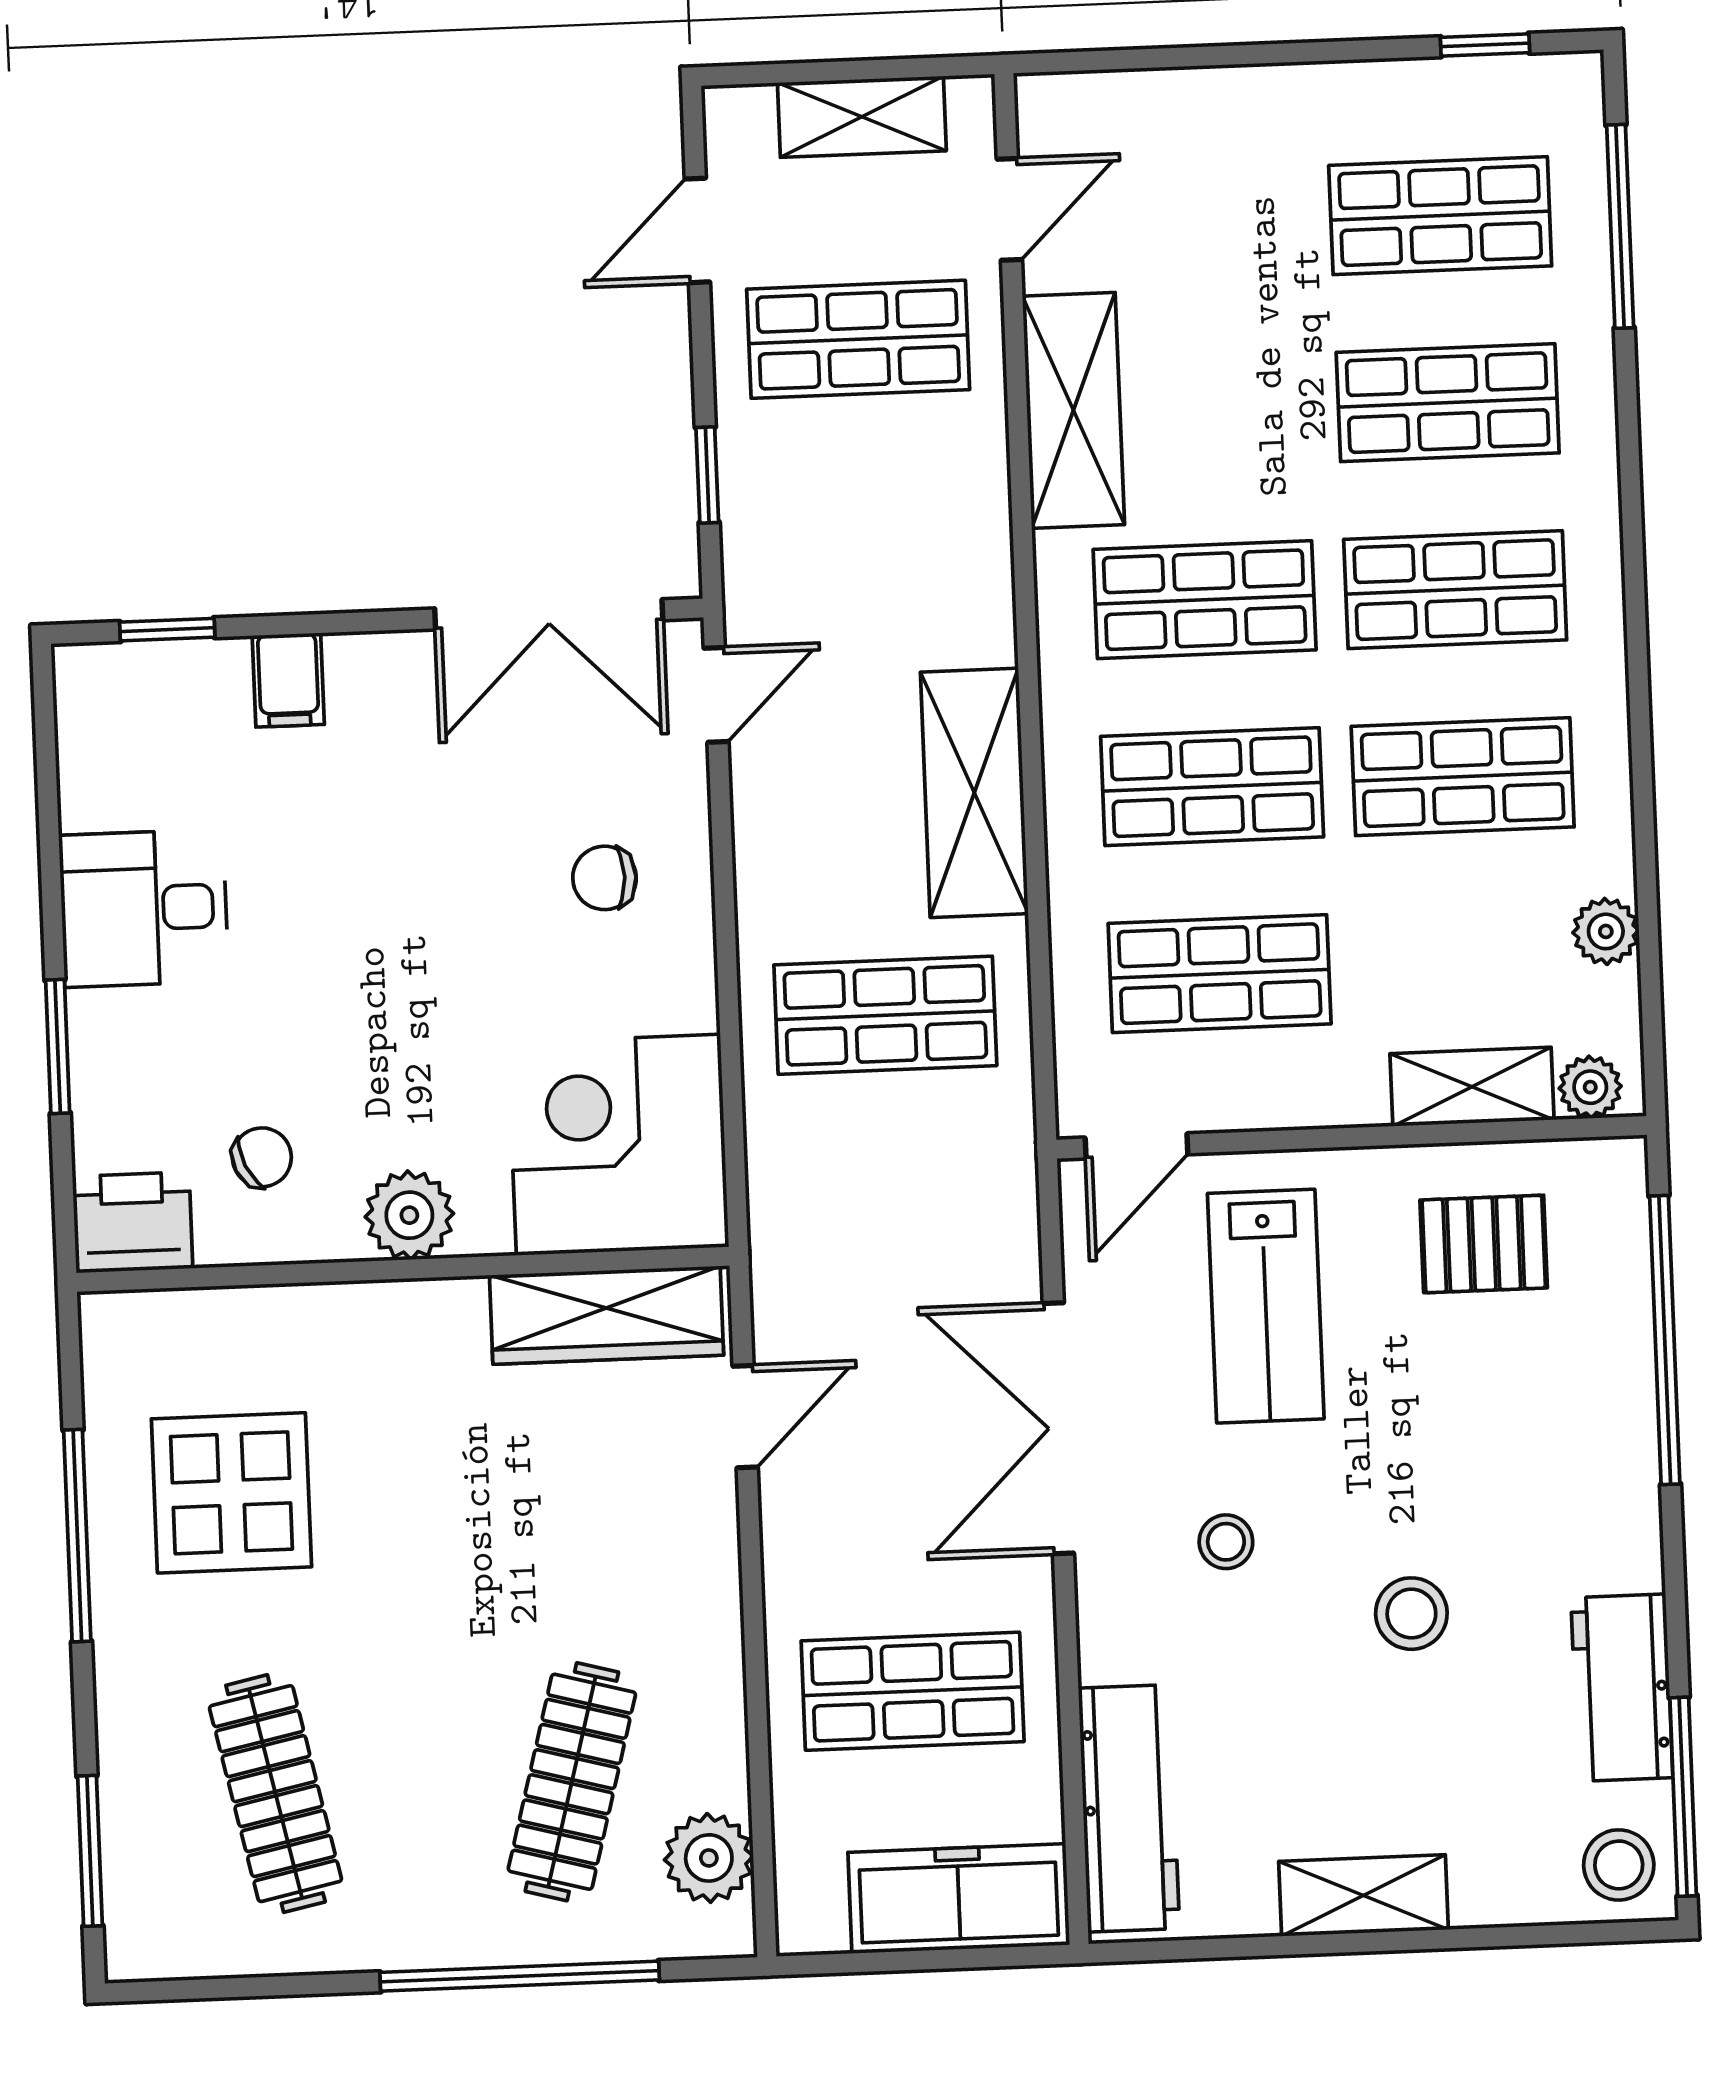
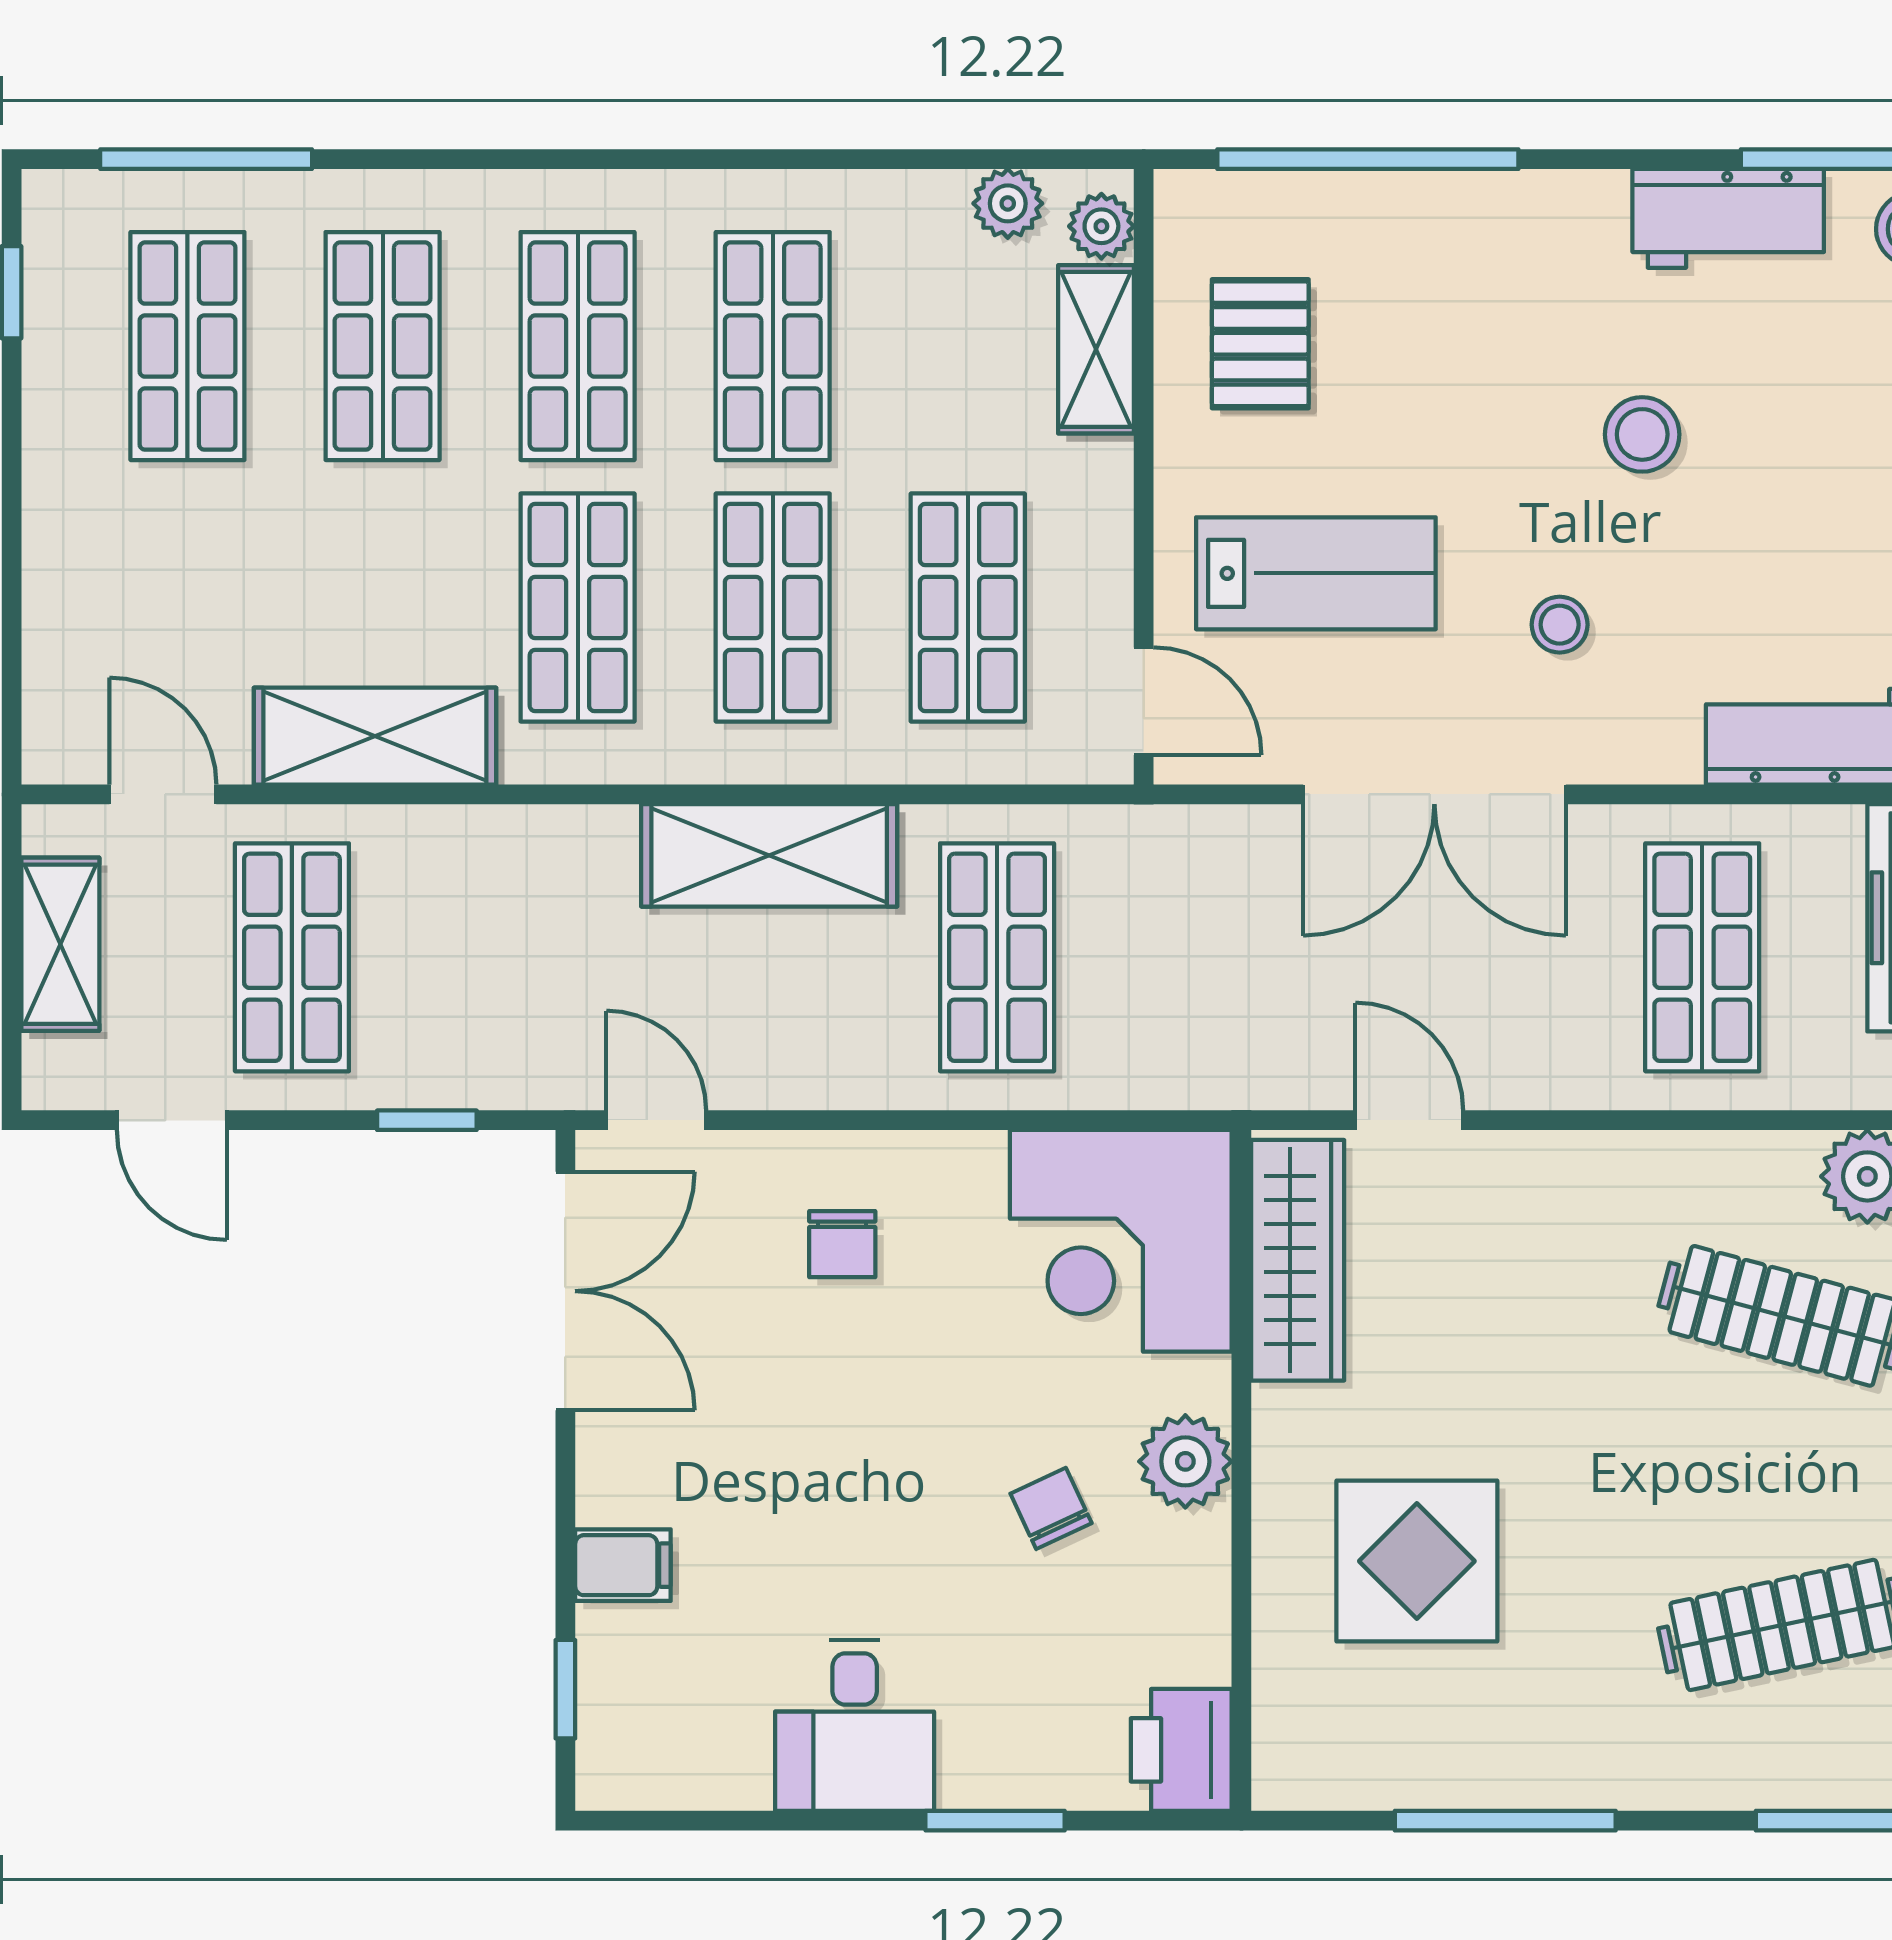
plant: (1606, 931) -> (1008, 203), moved
chair: (262, 1157) -> (1051, 1508), moved
display table: (231, 1493) -> (1417, 1561), moved

